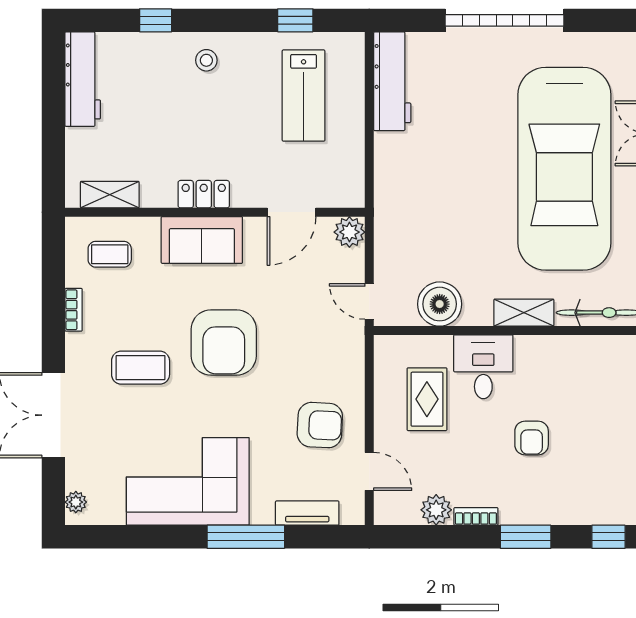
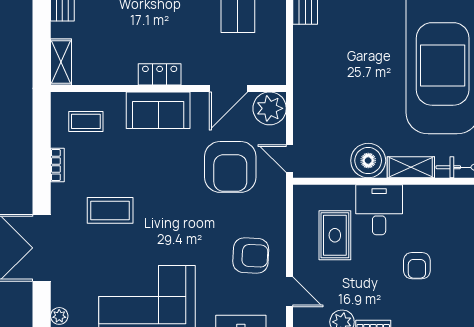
shelving: (110, 195) -> (61, 62), moved, turned 90
plant: (349, 232) -> (270, 108), width x1.36, depth x1.36
boiler: (440, 304) -> (368, 161), moved
armchair: (224, 342) -> (230, 167), moved

